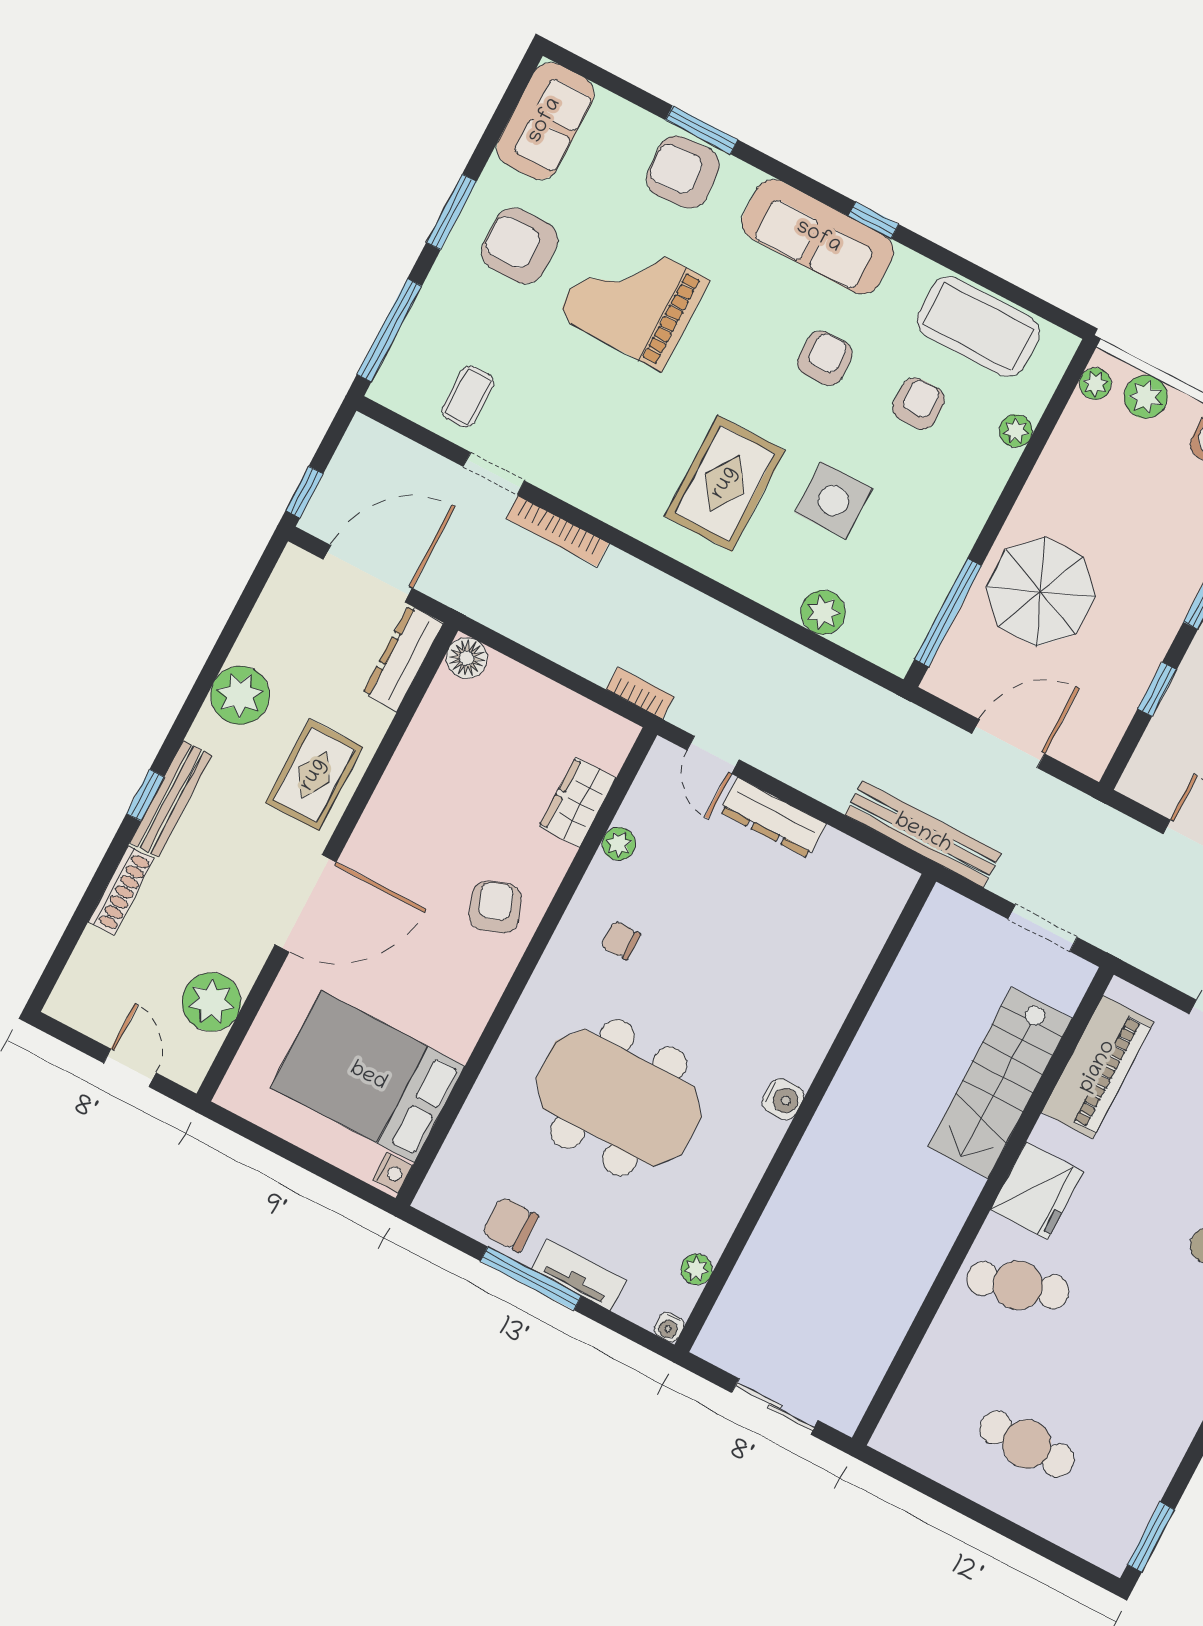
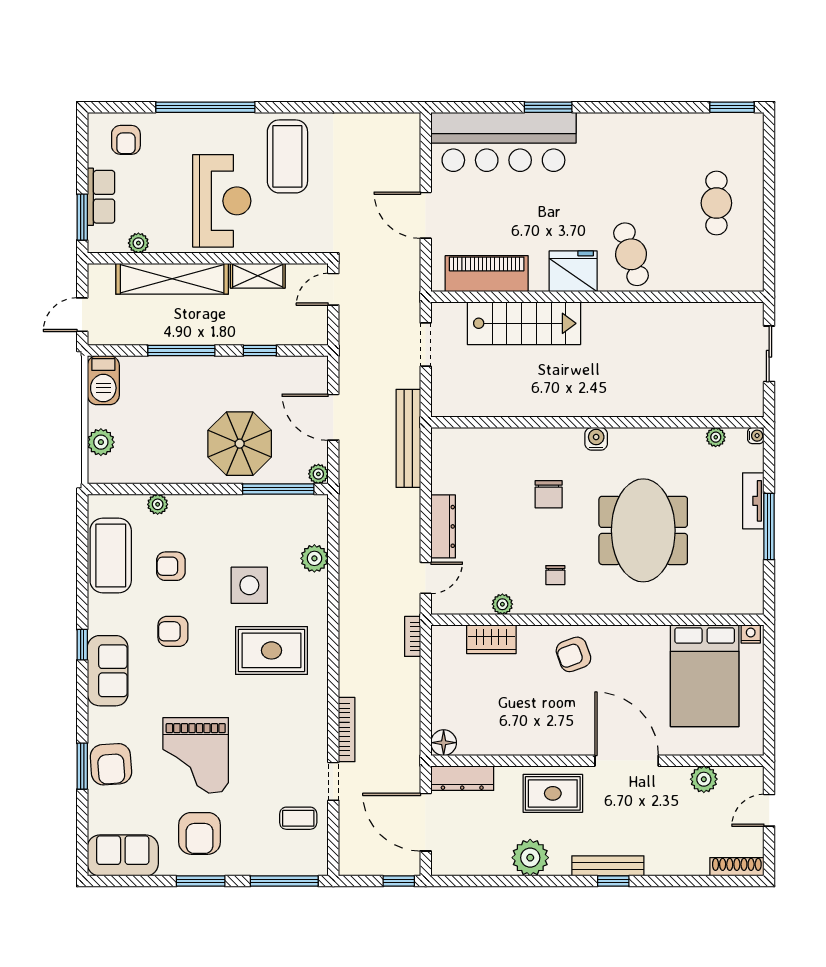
sofa: (818, 237) -> (108, 671), width x0.73
plant: (1095, 384) -> (318, 474), moved
shoe rack: (121, 890) -> (737, 867), moved
plant: (211, 1002) -> (704, 779), width x0.73, depth x0.73
chair: (510, 1224) -> (549, 494), moved

